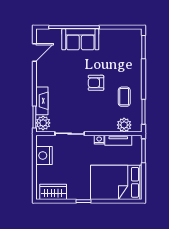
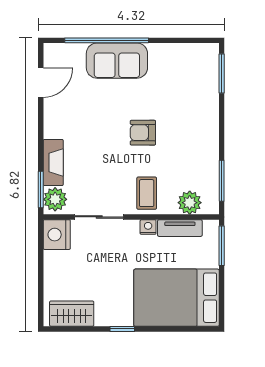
coffee table: (124, 97) -> (147, 193), moved
nightstand: (44, 155) -> (57, 235), moved

